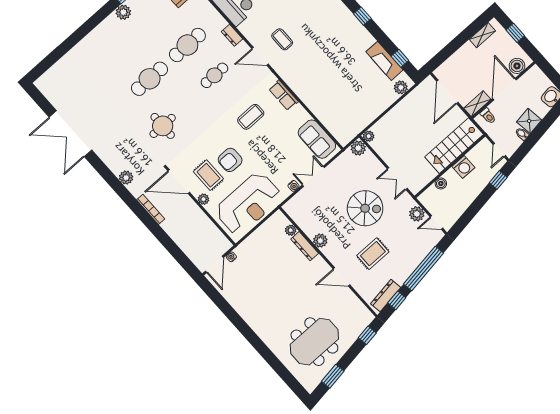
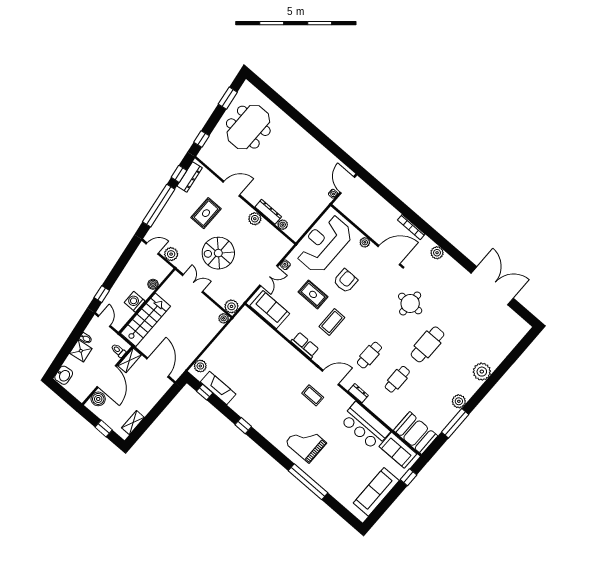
plant: (94, 41) -> (482, 372), added
cafe table: (187, 45) -> (397, 379), width x0.73, depth x0.74
rug: (208, 175) -> (313, 294), moved

